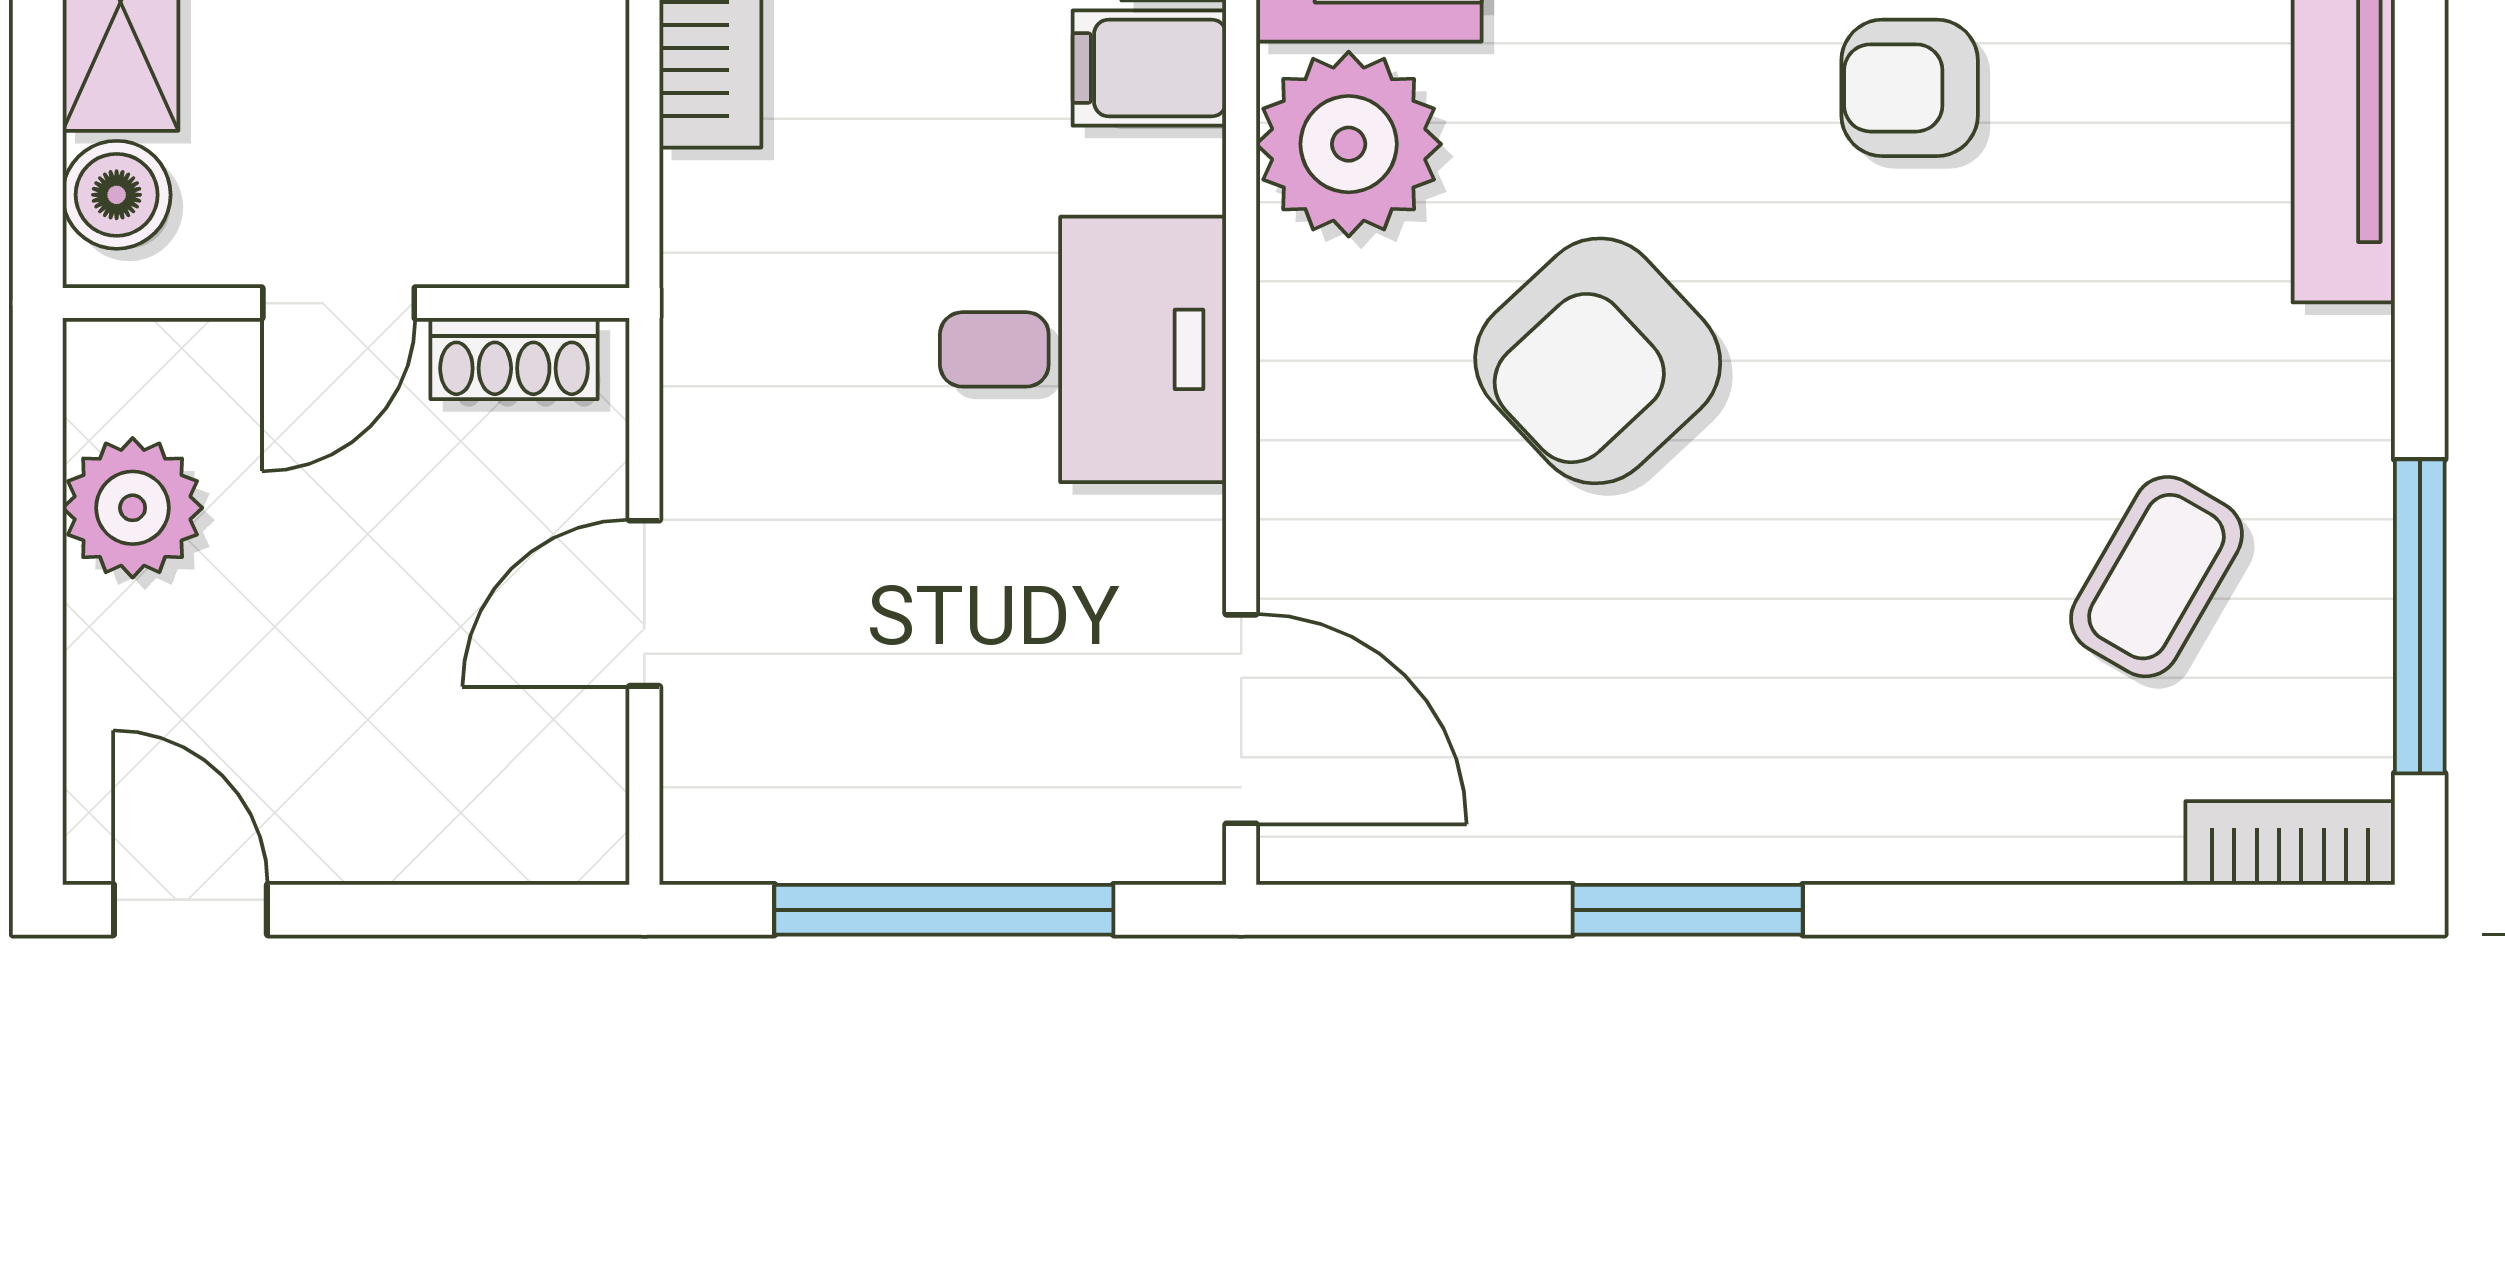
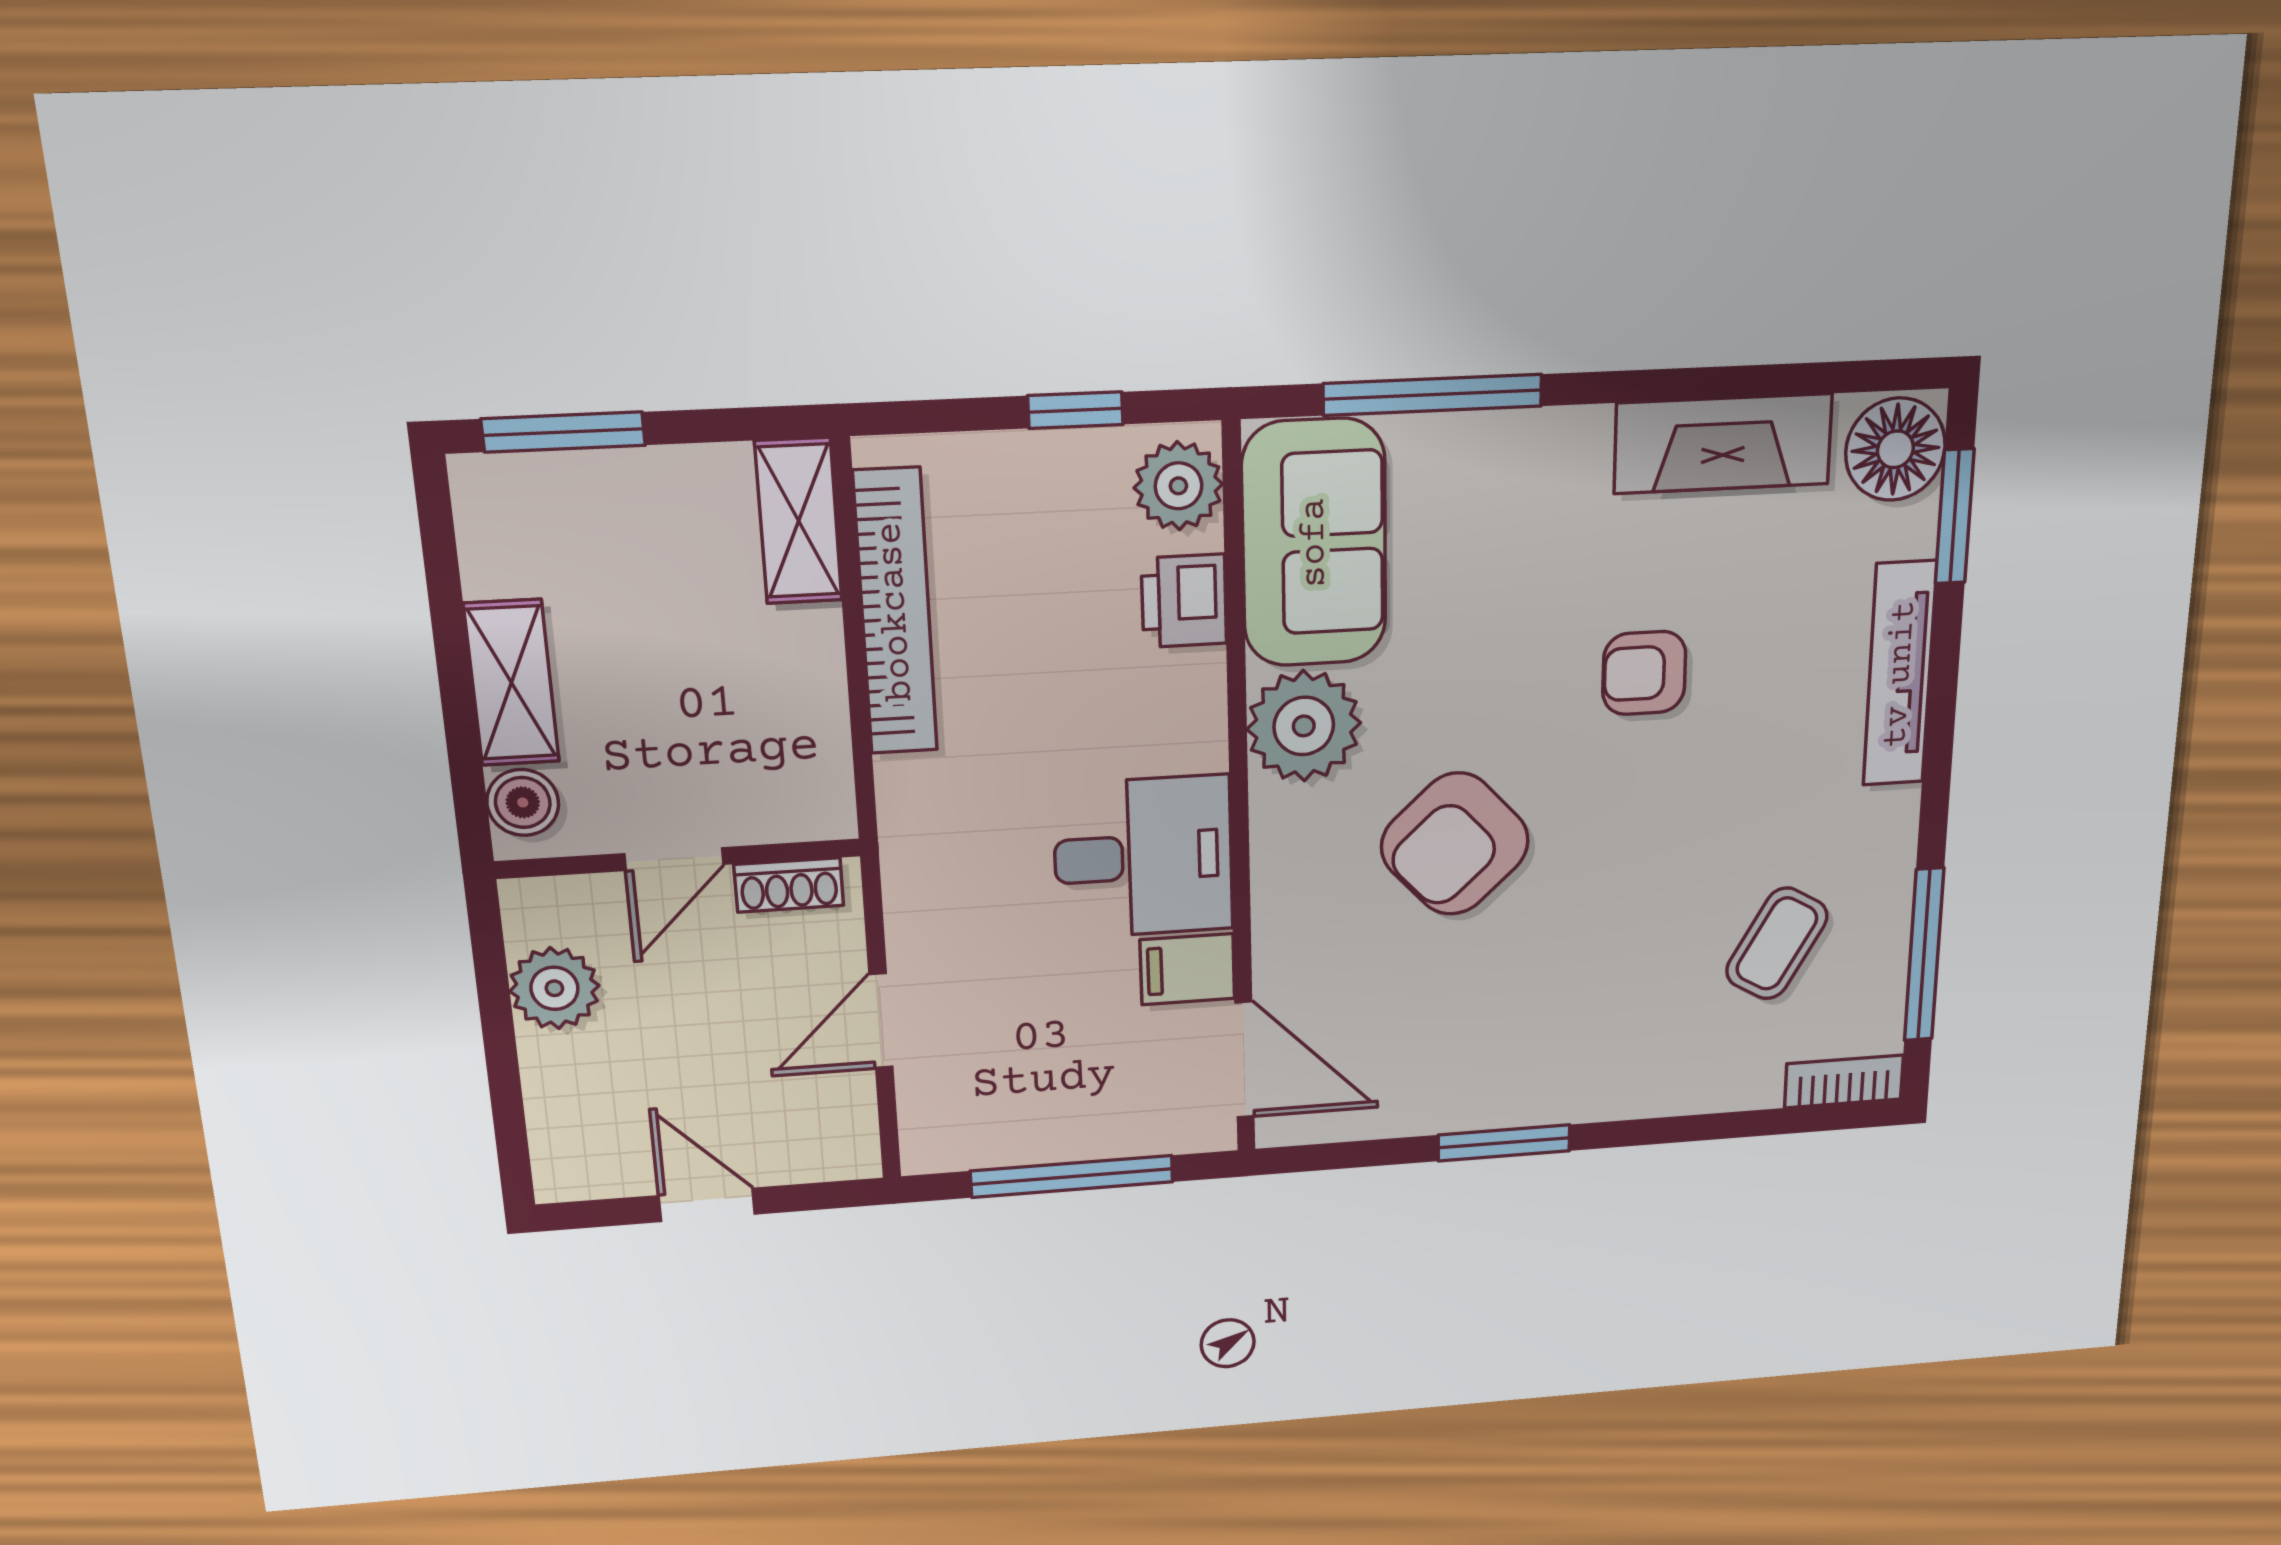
filing cabinet: (1149, 68) -> (1187, 969), moved
door: (190, 910) -> (707, 1205), moved

